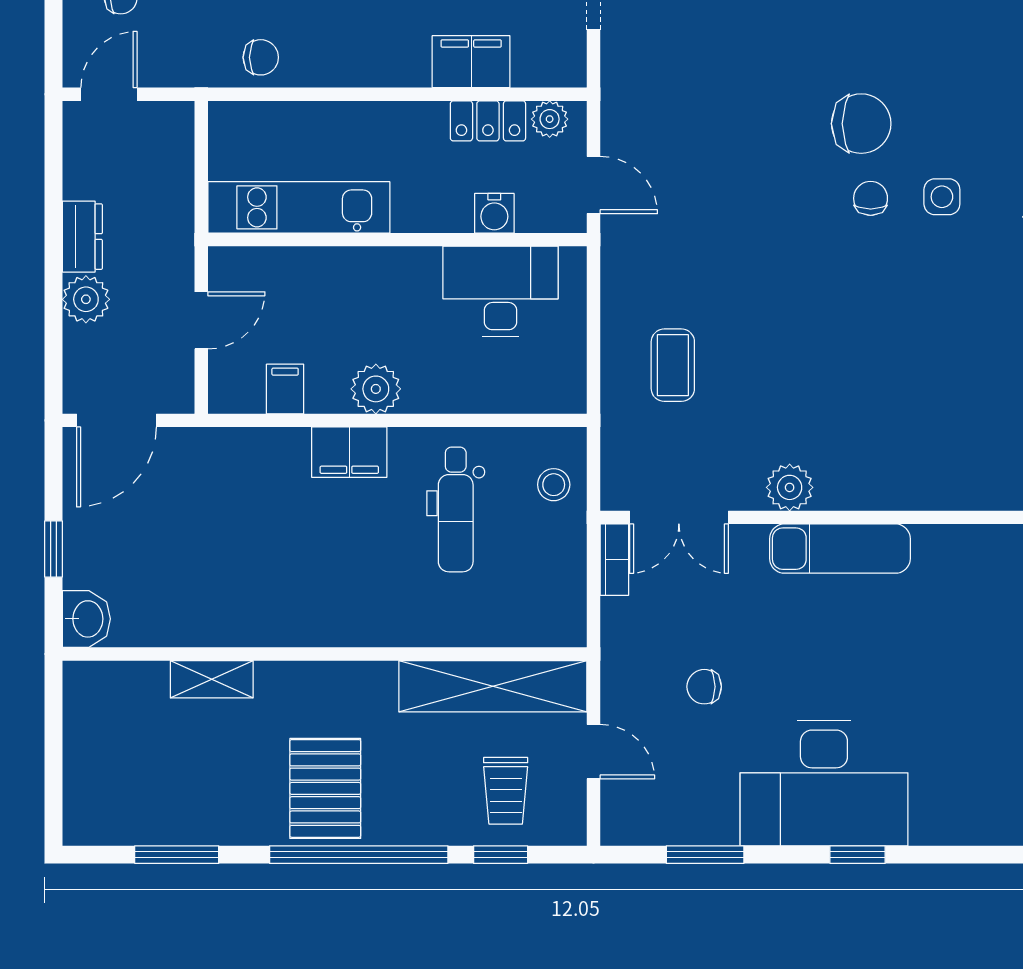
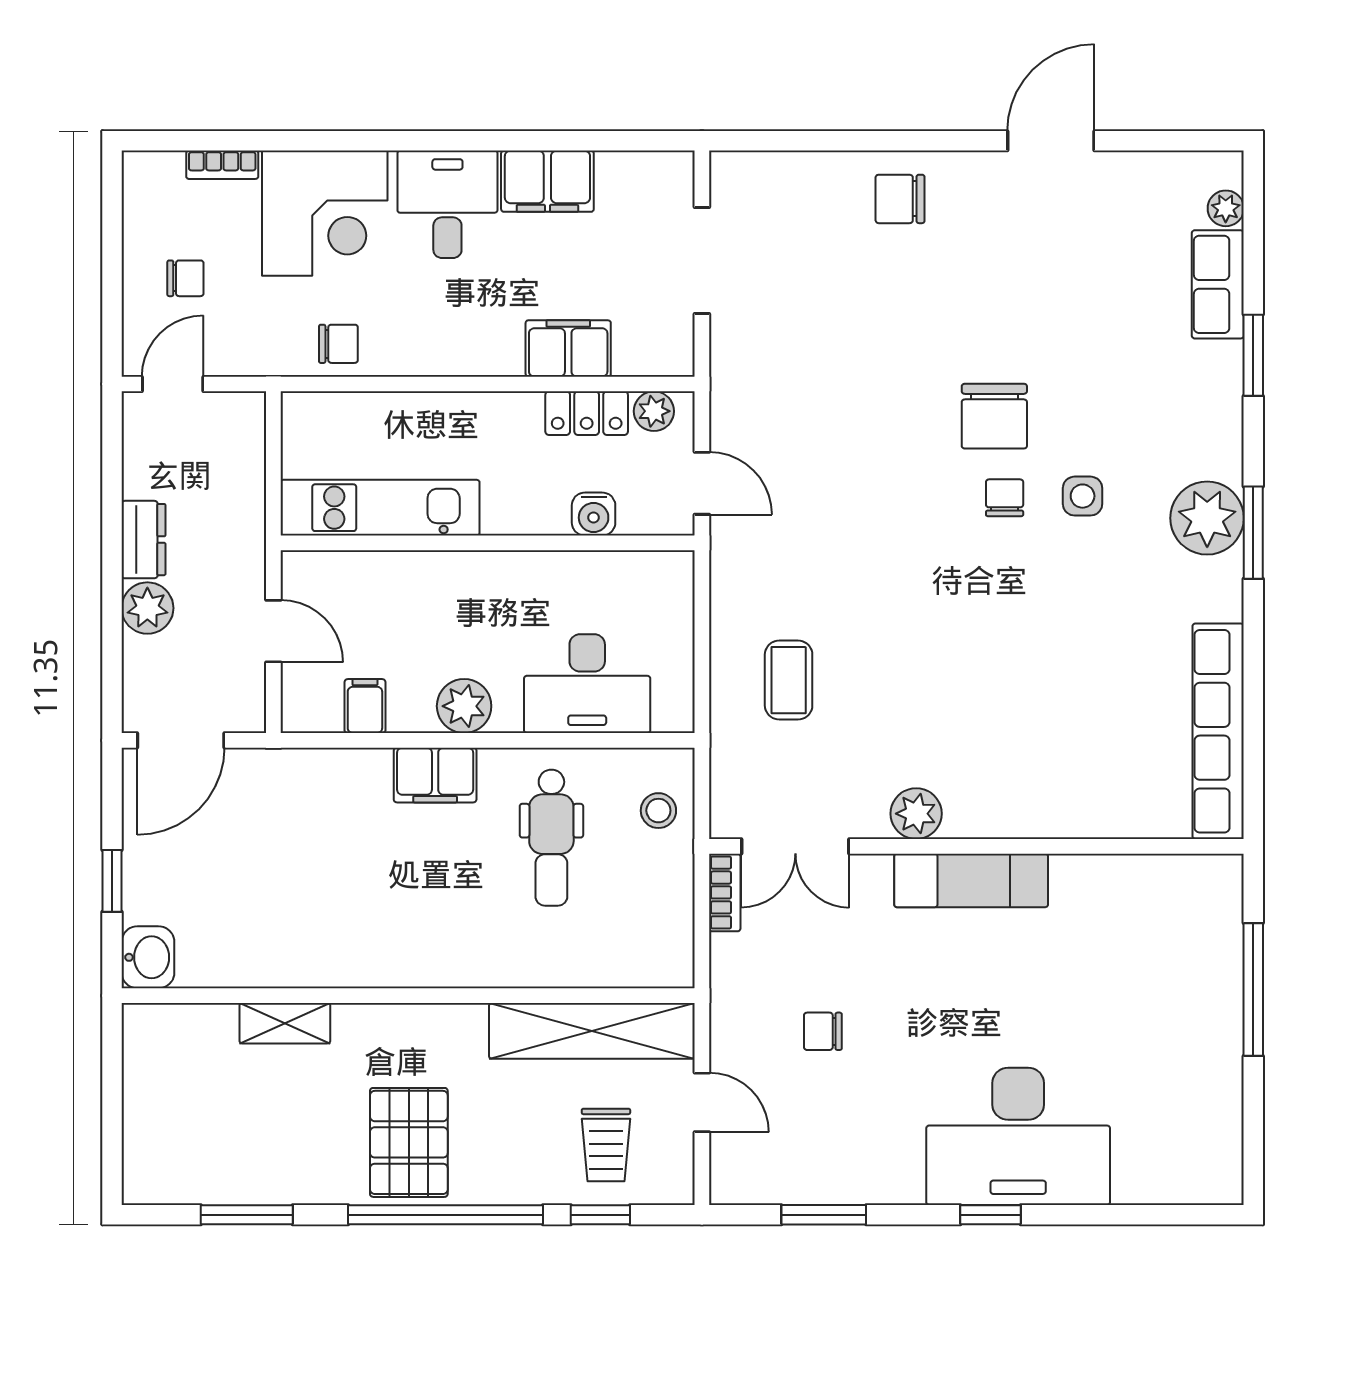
chair: (861, 124) -> (994, 416), turned 90
desk: (501, 292) -> (587, 684), moved, turned 180
door: (201, 320) -> (273, 631), hinge flipped
desk: (824, 783) -> (1018, 1136), moved

